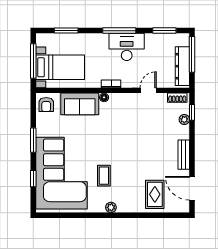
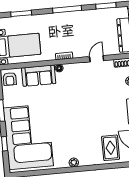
desk: (127, 47) -> (75, 23), removed
coffee table: (104, 176) -> (65, 136), removed

